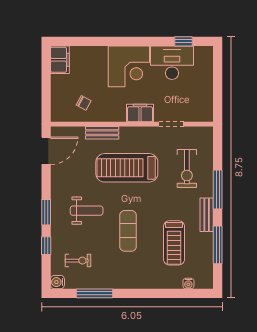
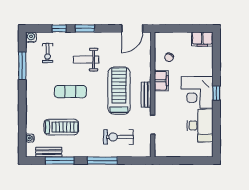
window: (184, 41) -> (216, 93), moved
filing cabinet: (140, 113) -> (161, 81), moved
bench: (102, 133) -> (146, 95), moved
door: (46, 151) -> (132, 28), hinge flipped
weight bench: (87, 211) -> (86, 60), turned 90
bench: (207, 215) -> (49, 152), moved
treadmill: (174, 243) -> (61, 127), turned 180

